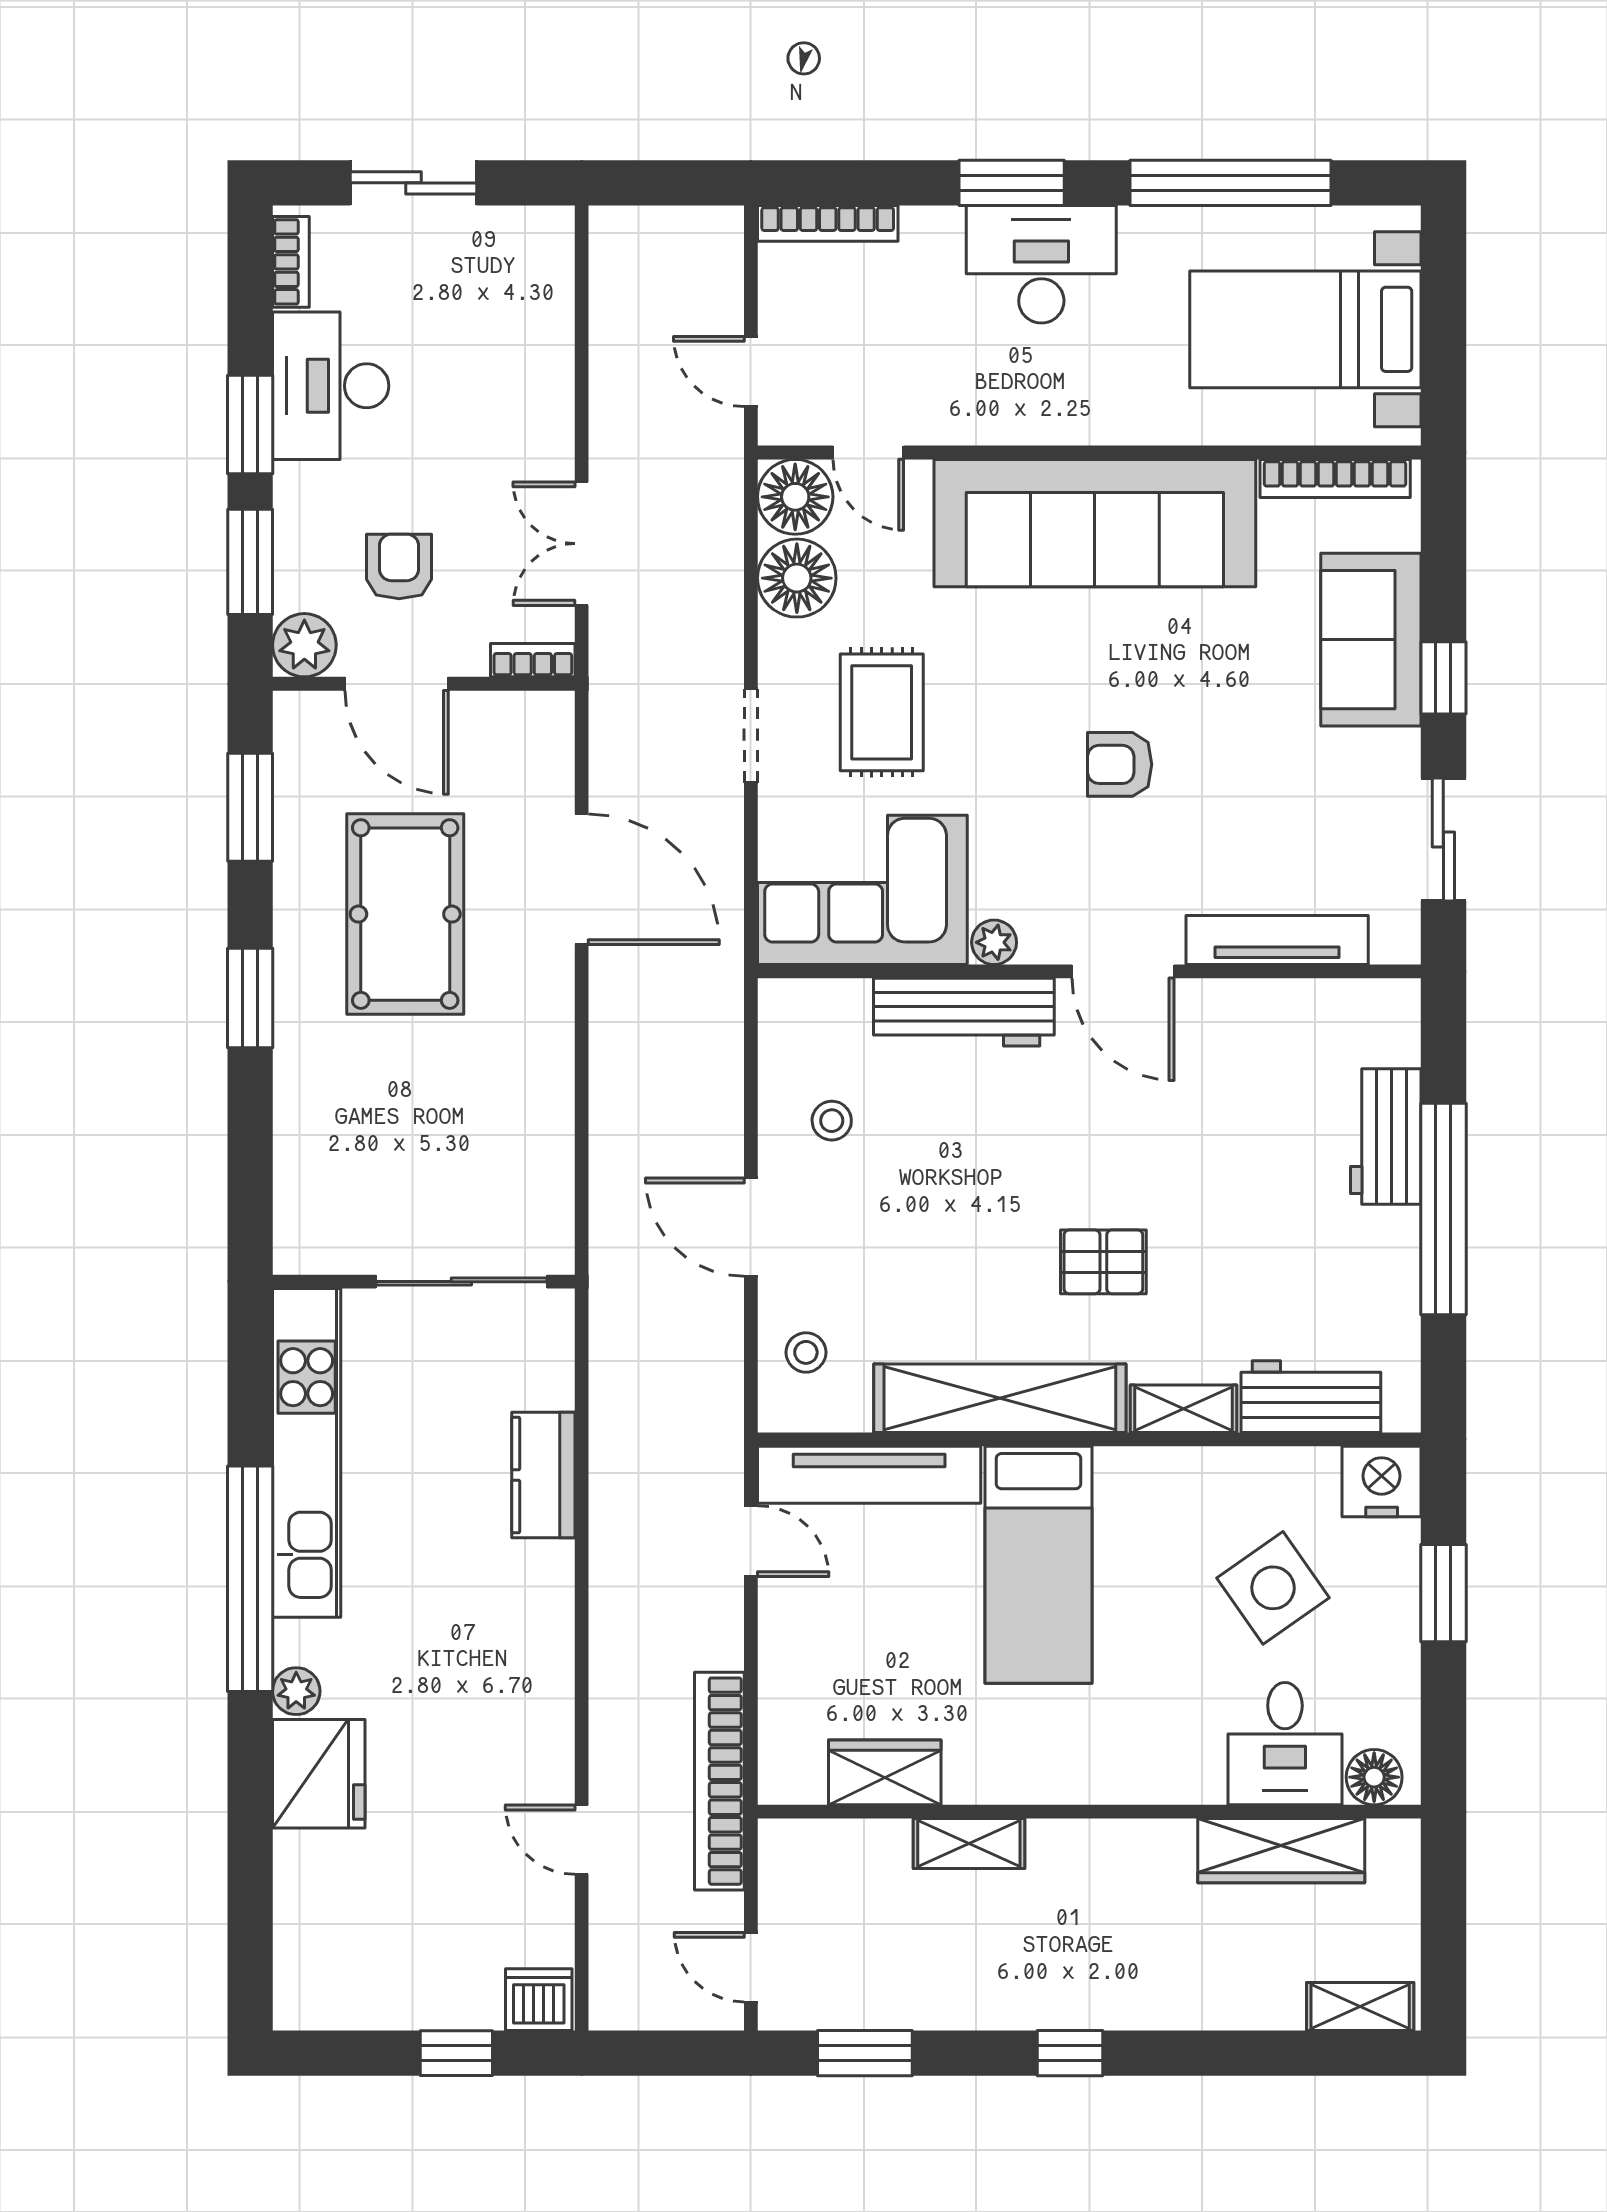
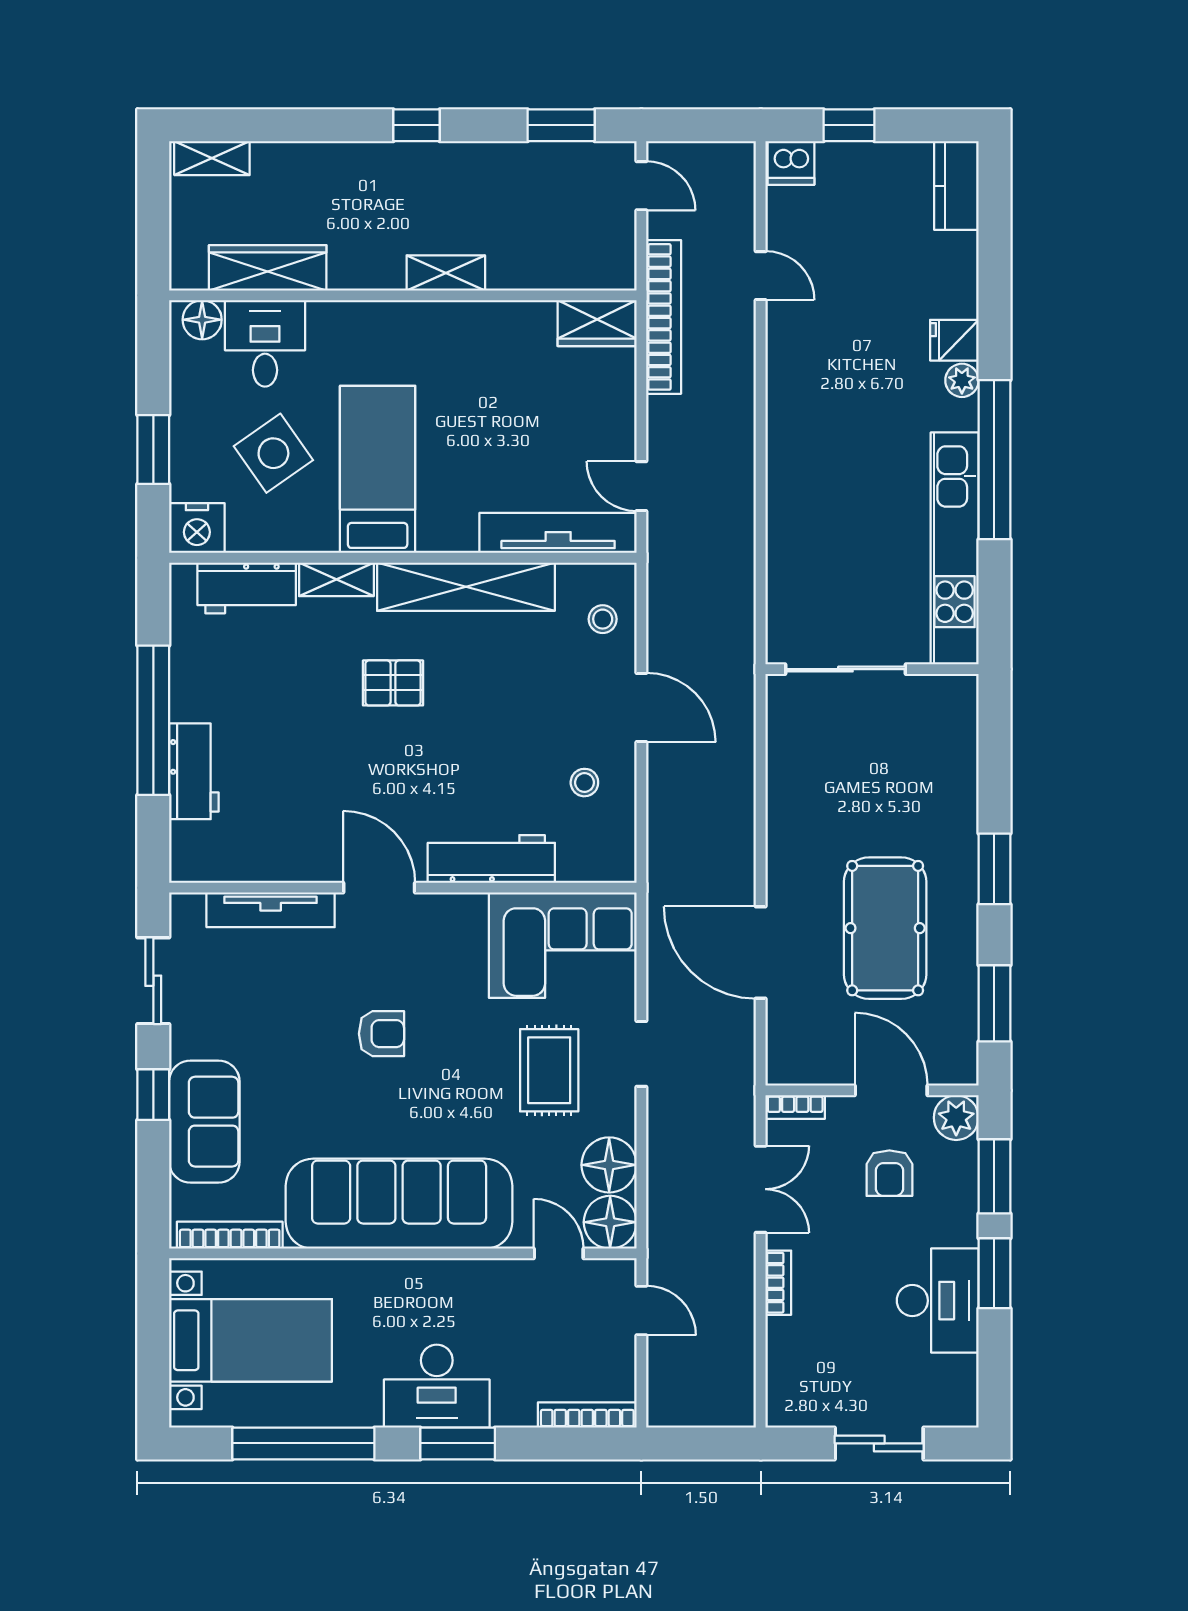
bookcase: (291, 262) -> (778, 1283), moved, turned 180
plant: (994, 942) -> (470, 908), removed
kitchen counter: (543, 1475) -> (956, 186), moved, turned 180
bed: (1039, 1565) -> (378, 469), moved
wardrobe: (885, 1772) -> (597, 323), moved
fridge: (319, 1774) -> (954, 340), width x0.53, depth x0.75
shelving: (969, 1844) -> (446, 273), moved

